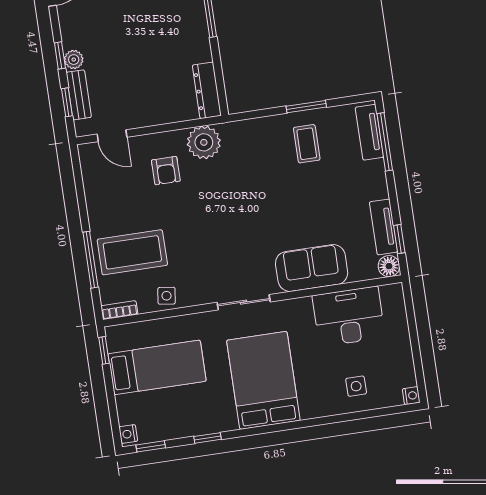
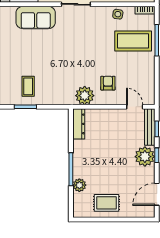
plant: (74, 60) -> (145, 157), width x1.87, depth x1.87
bench: (79, 95) -> (150, 127), width x1.36

